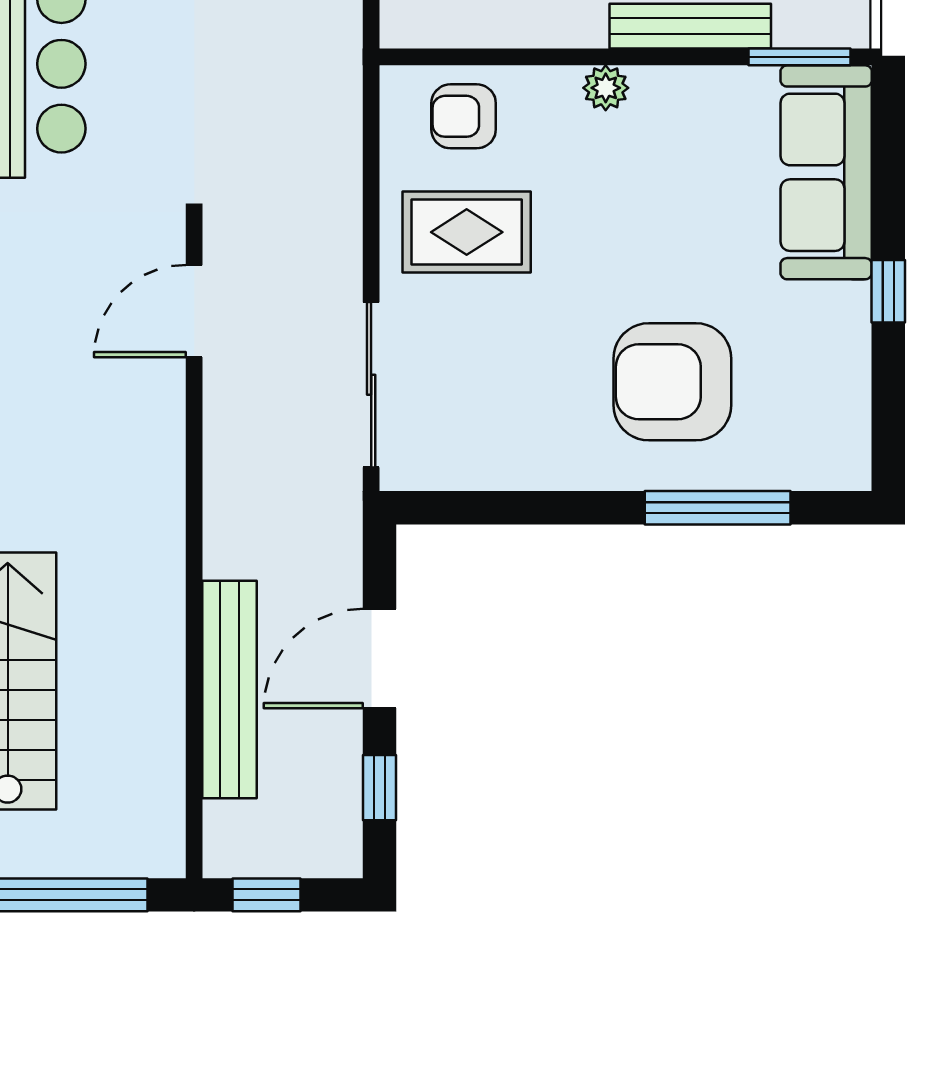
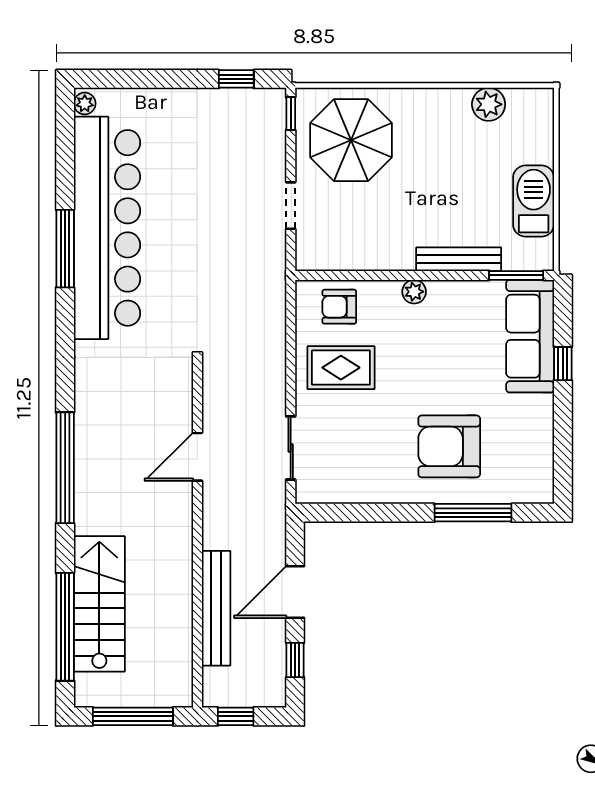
window: (888, 291) -> (563, 364), moved
door: (194, 311) -> (197, 457), moved
sliding door: (371, 385) -> (291, 448), width x0.73

